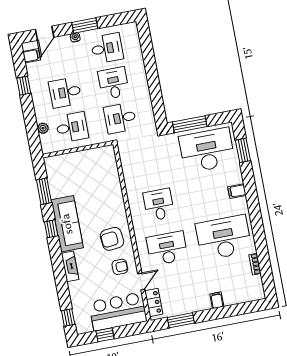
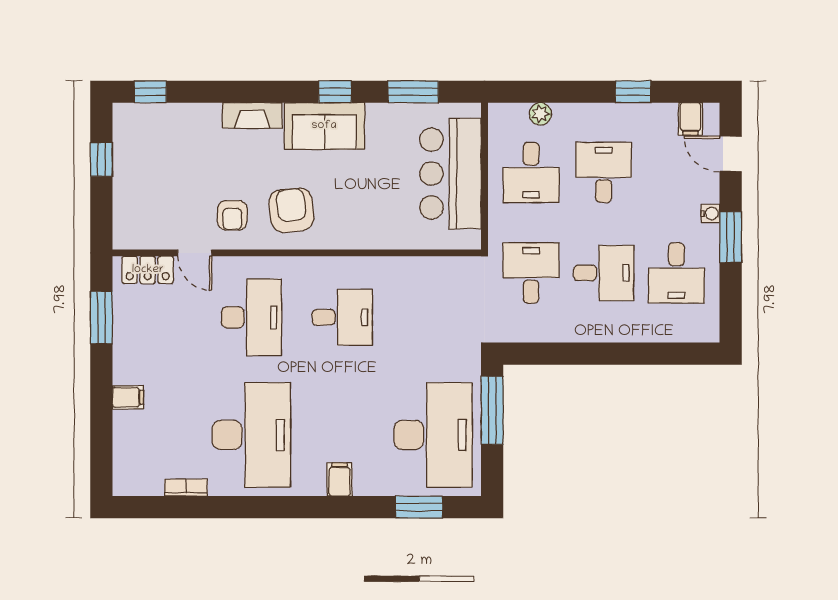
sofa: (67, 224) -> (324, 126), width x0.73
bar counter: (118, 312) -> (450, 174), moved, turned 180

